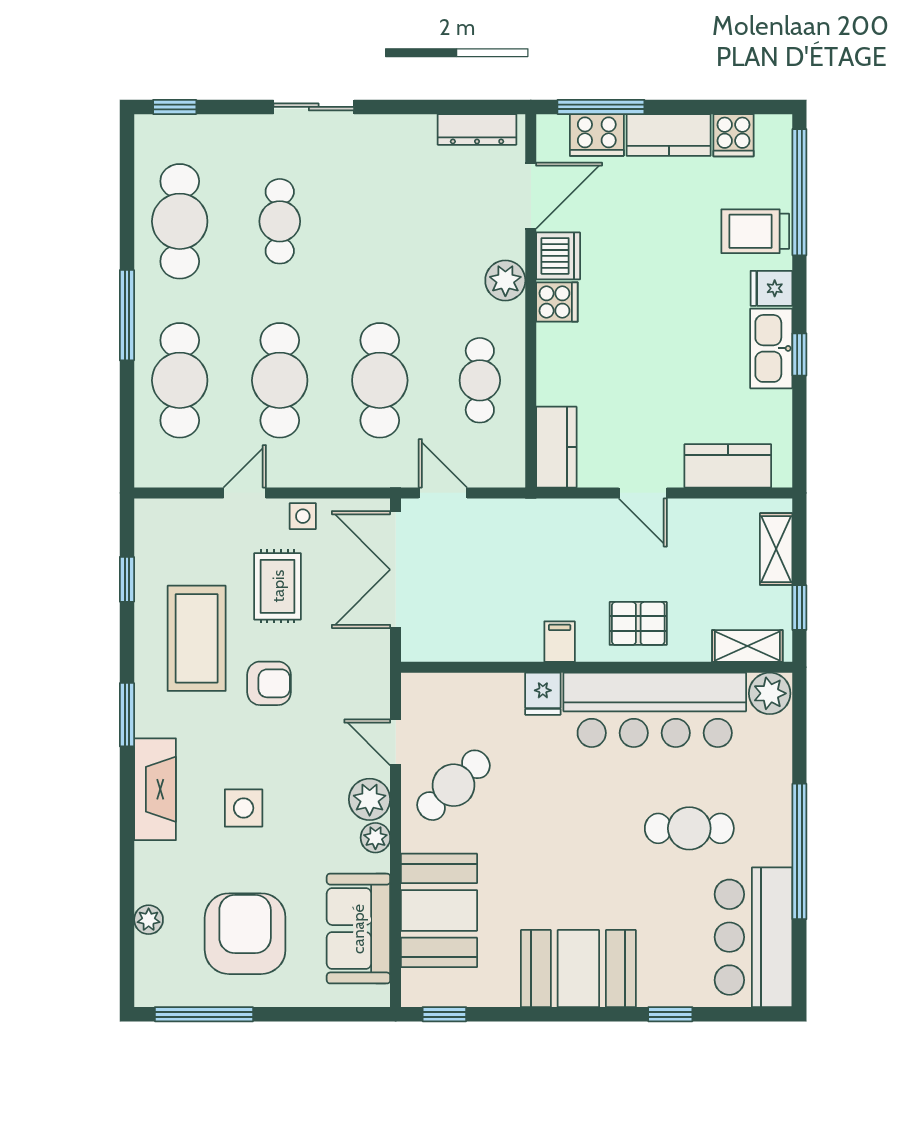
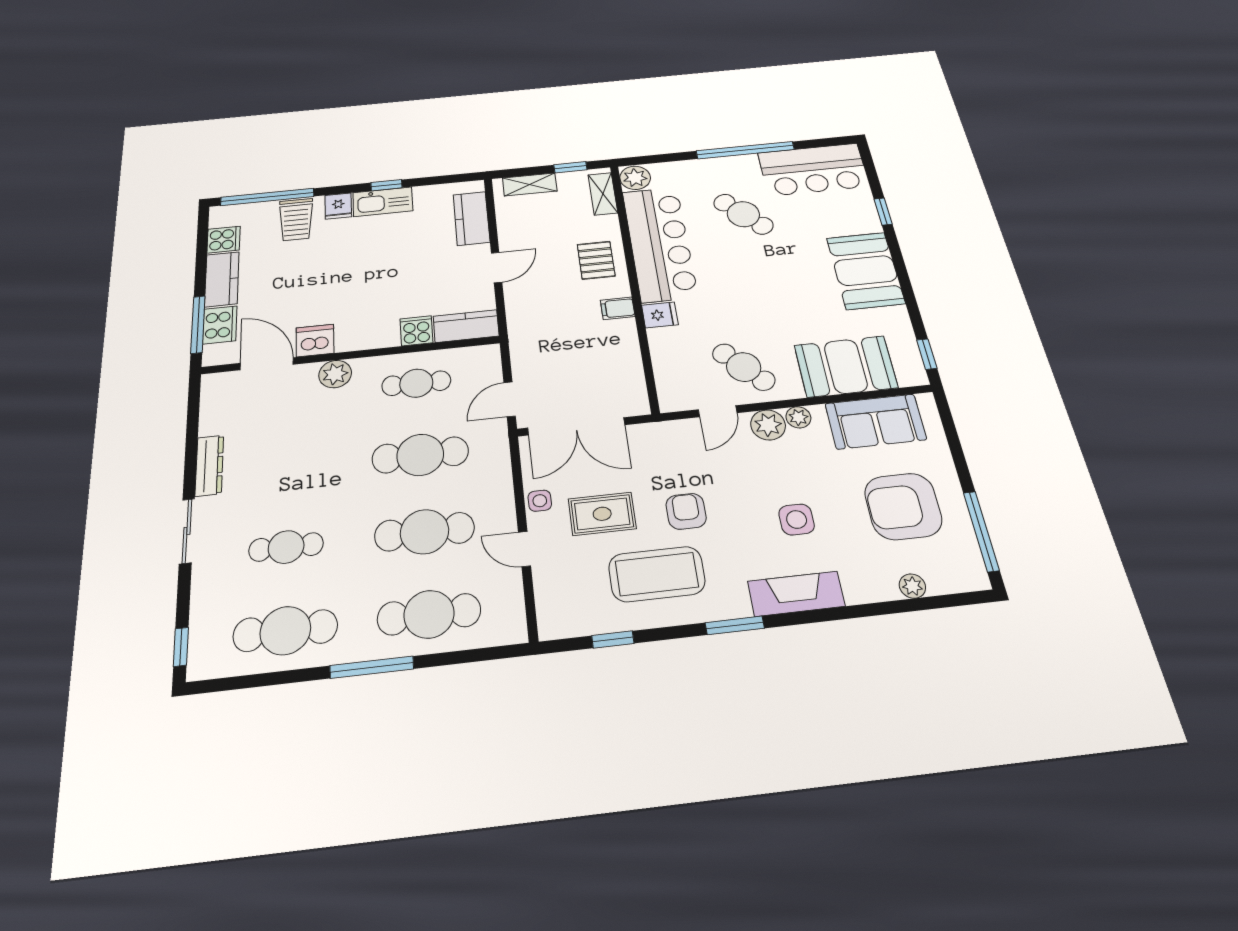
dresser: (477, 129) -> (209, 466), moved
cooker: (557, 302) -> (416, 331), moved
cafe table: (689, 828) -> (743, 214), turned -44

